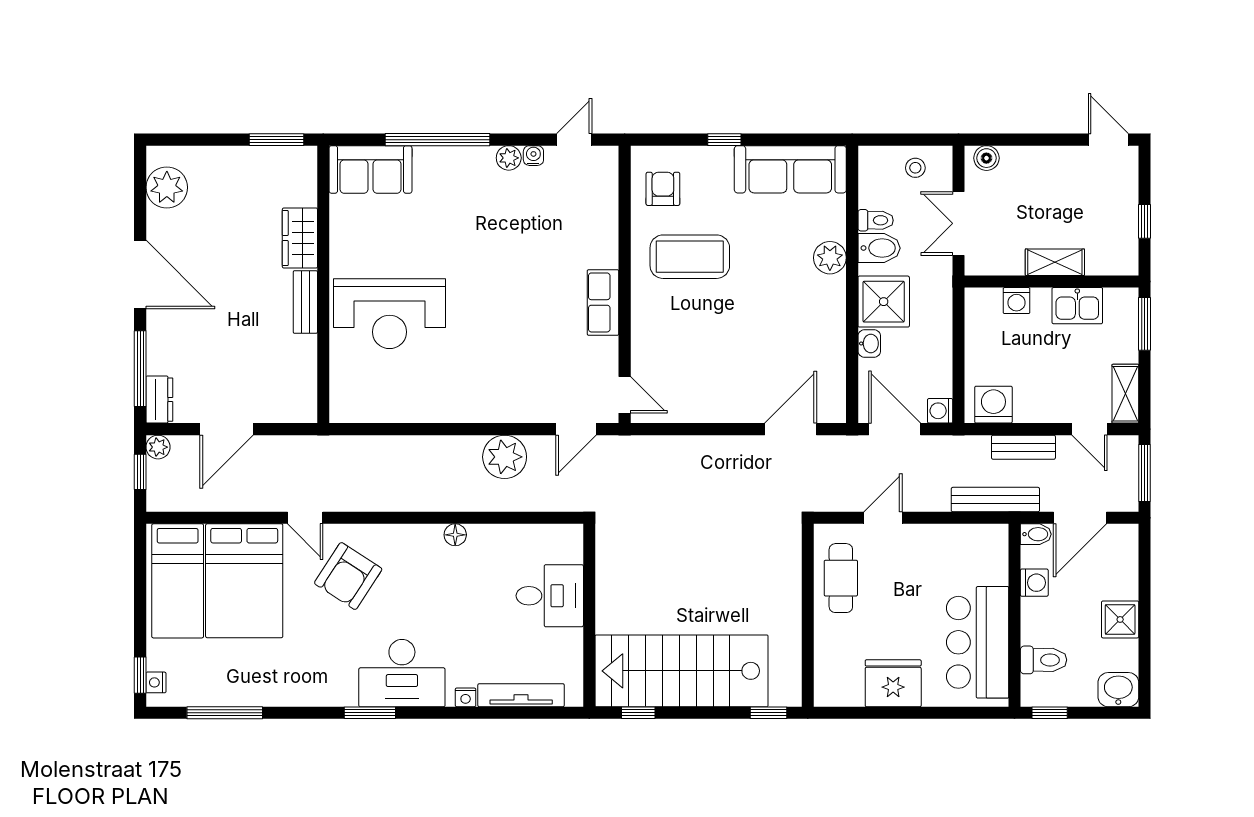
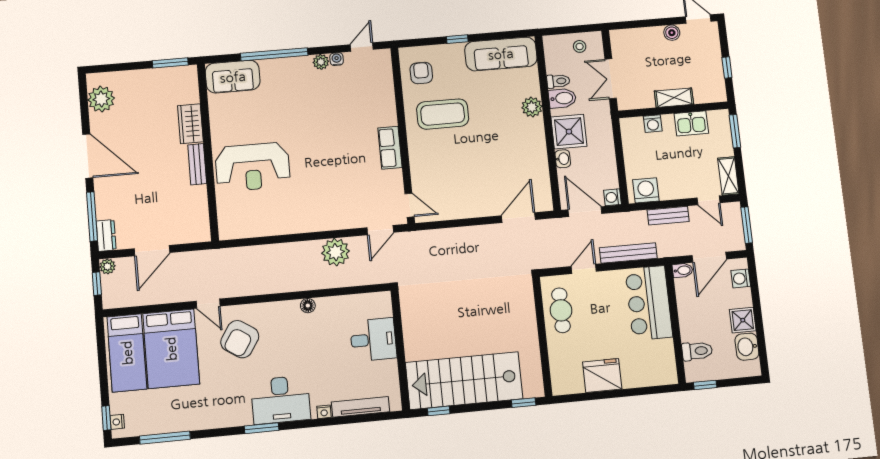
boiler: (986, 158) -> (672, 33), moved
bench: (995, 500) -> (628, 253), moved
washing machine: (1034, 583) -> (741, 278), moved, turned 180
bar counter: (978, 642) -> (649, 303), moved
washbasin: (1118, 690) -> (747, 347), moved, turned -90

